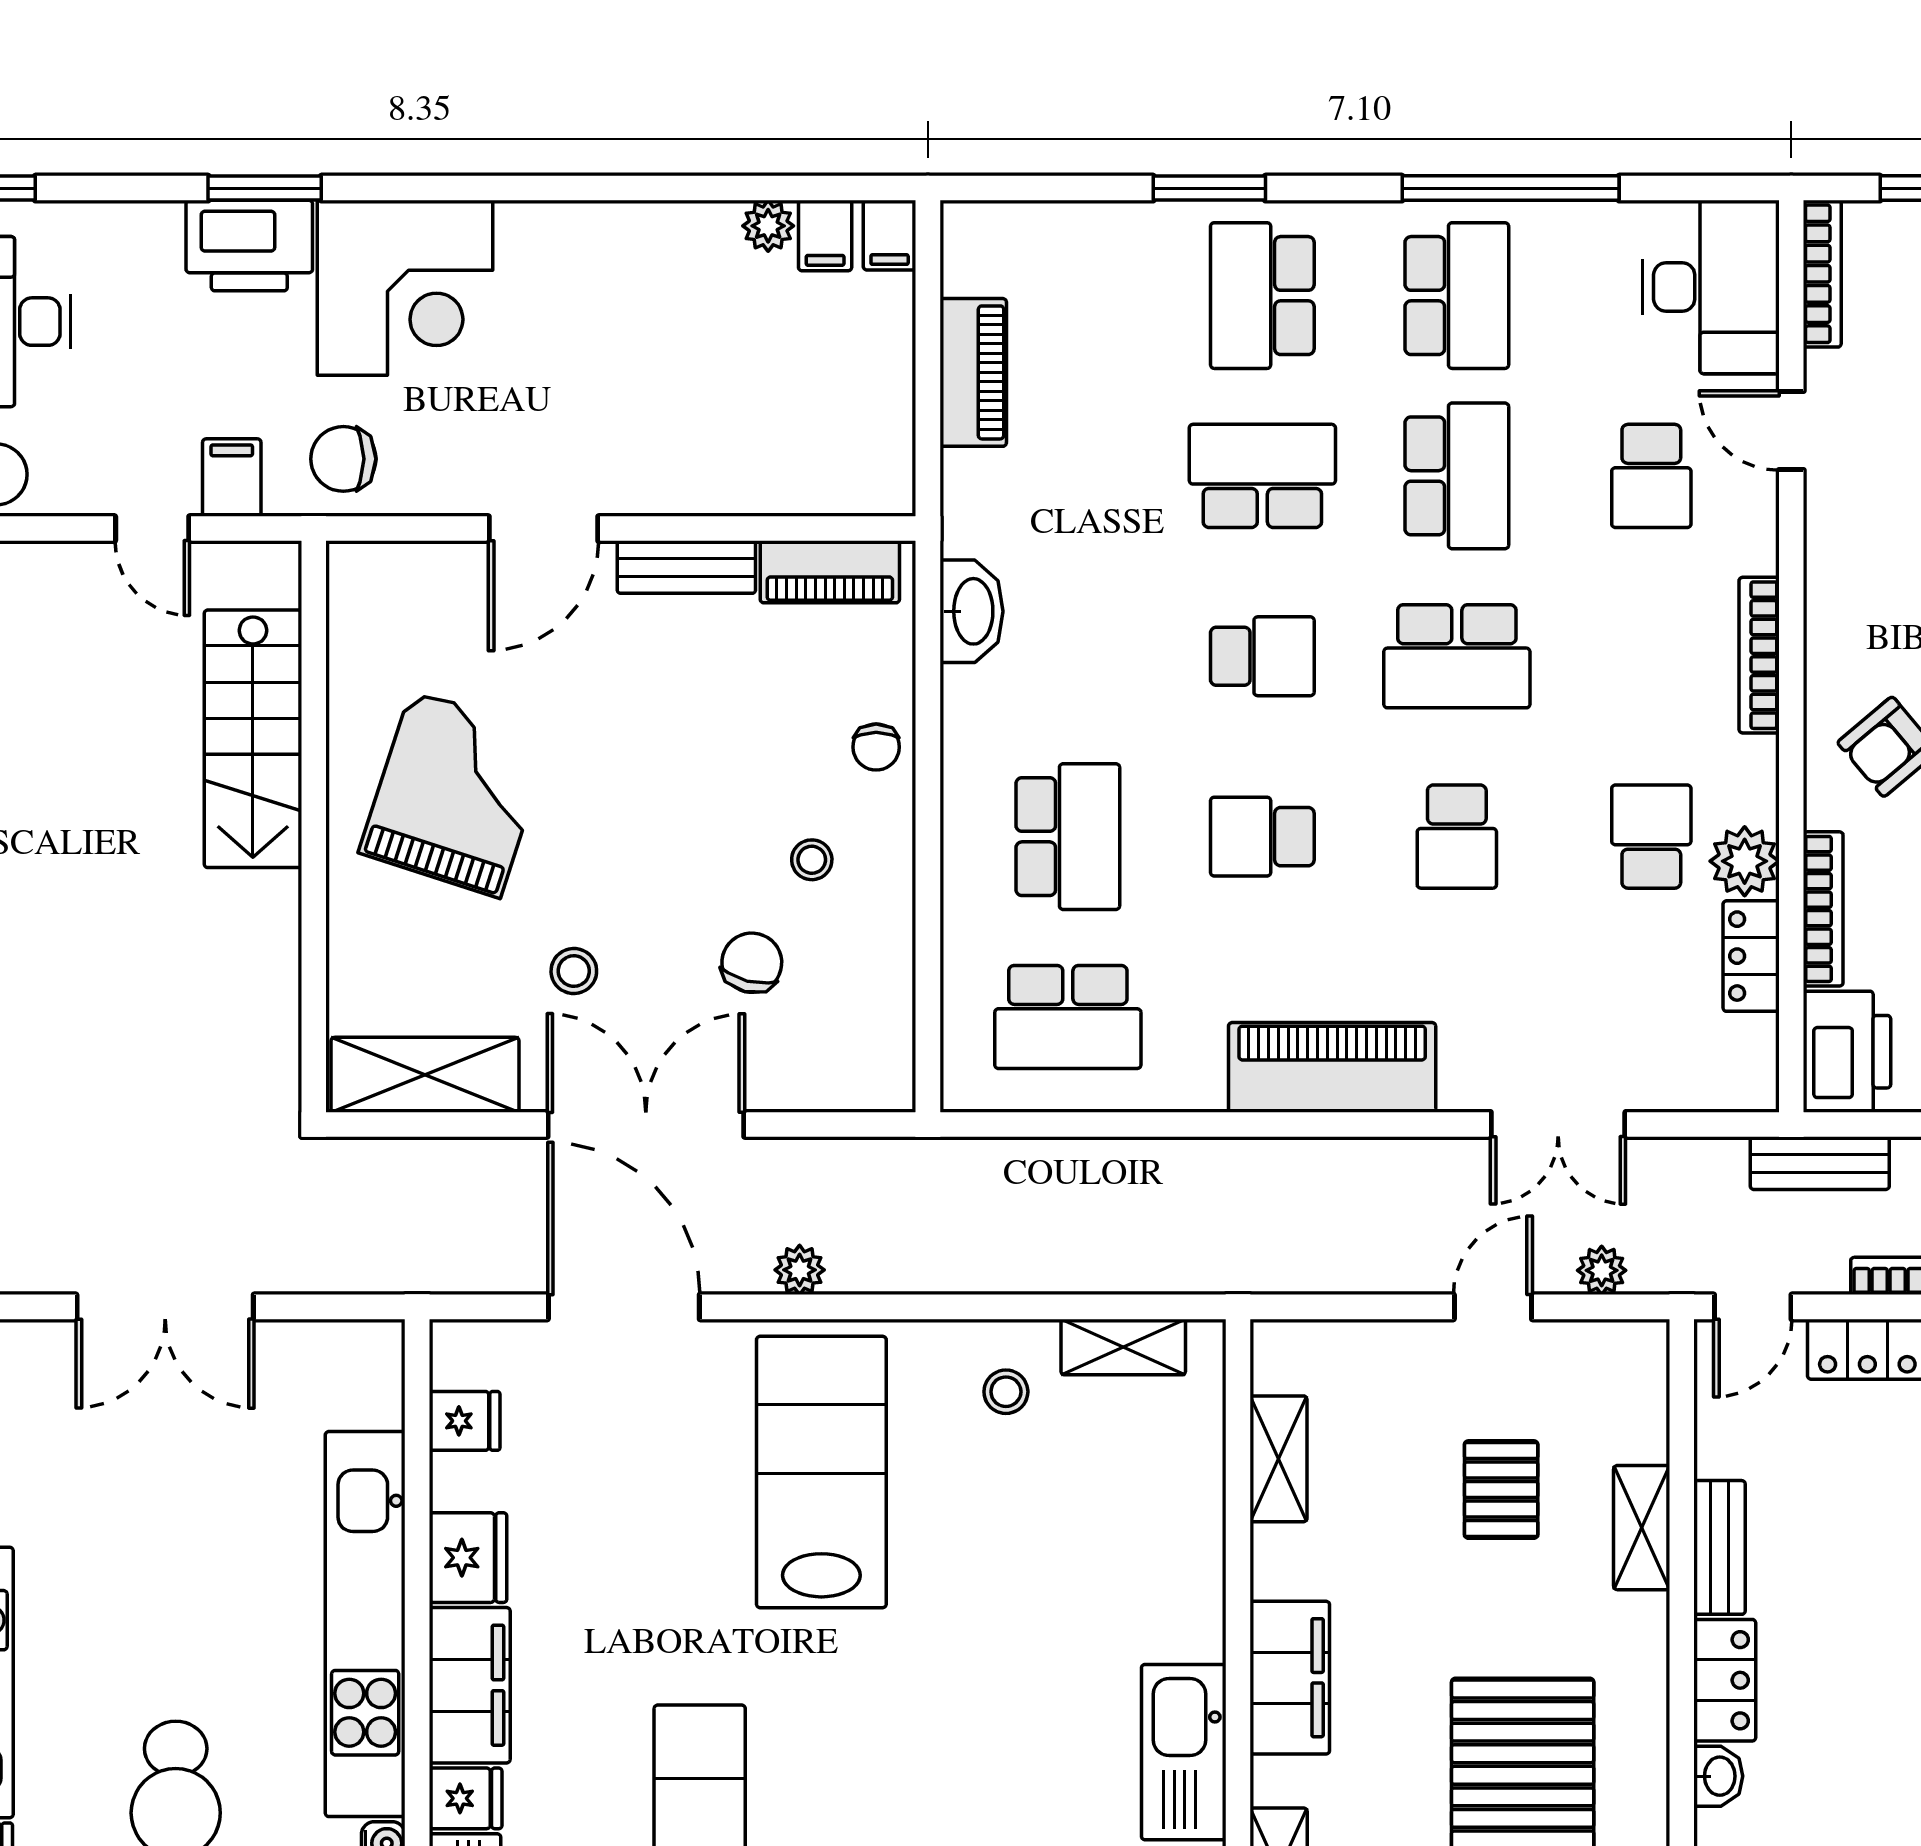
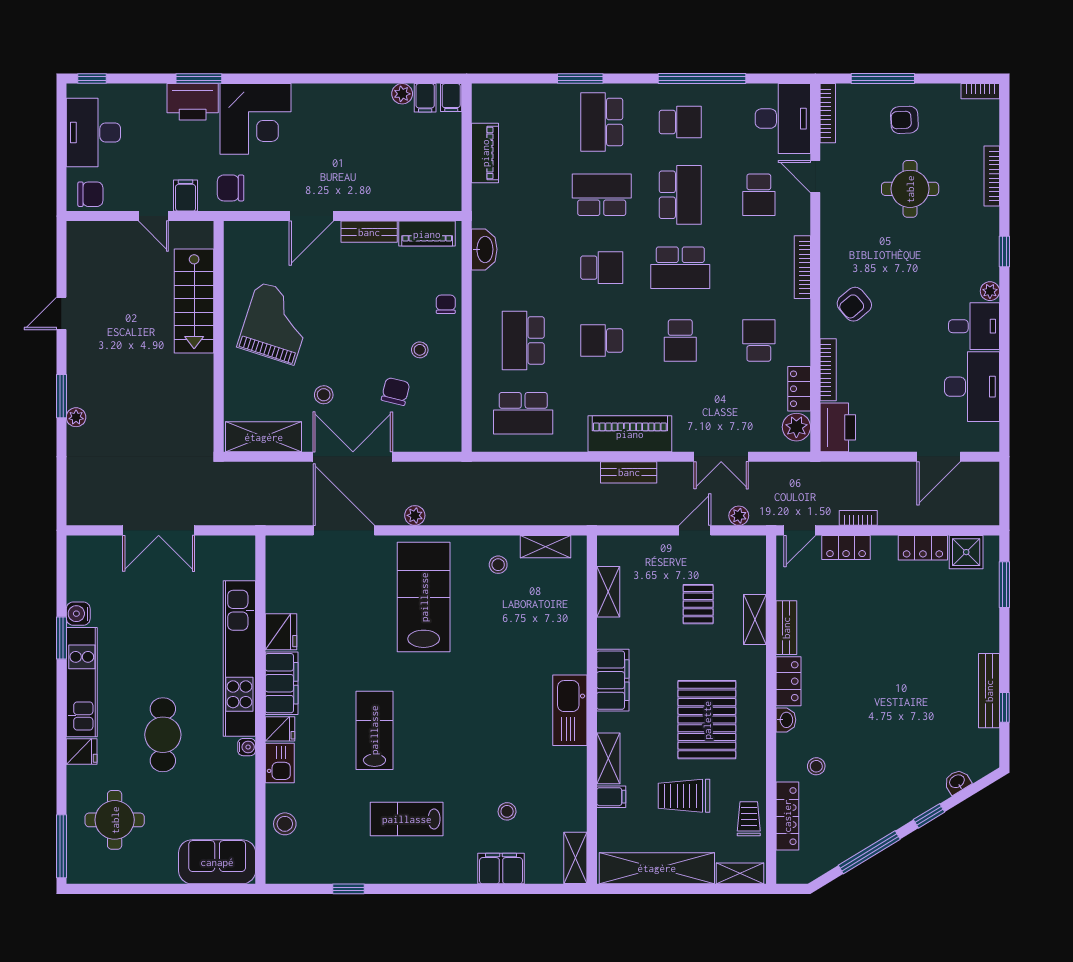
school desk: (1457, 296) -> (680, 122), width x0.54
chair: (876, 747) -> (446, 304), turned 180
school desk: (1068, 837) -> (523, 340), turned 180
plant: (1745, 861) -> (796, 427), moved
bench: (1820, 1163) -> (629, 472), moved
fridge: (465, 1421) -> (280, 576), removed

